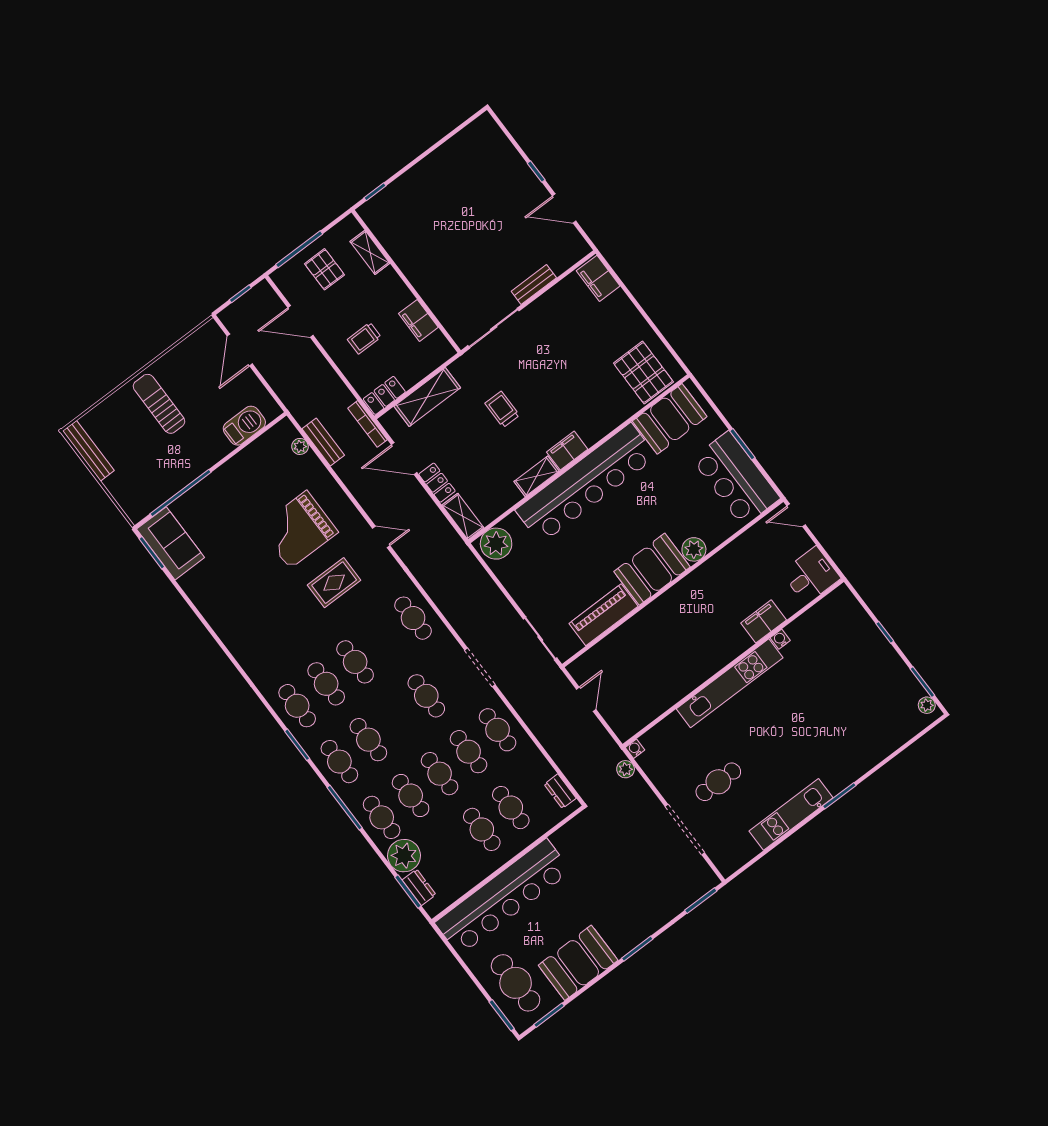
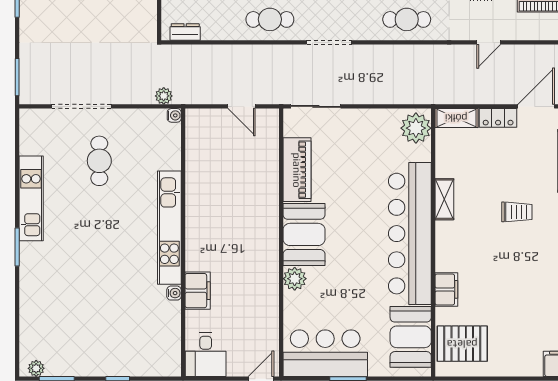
filing cabinet: (567, 451) -> (446, 289), moved

